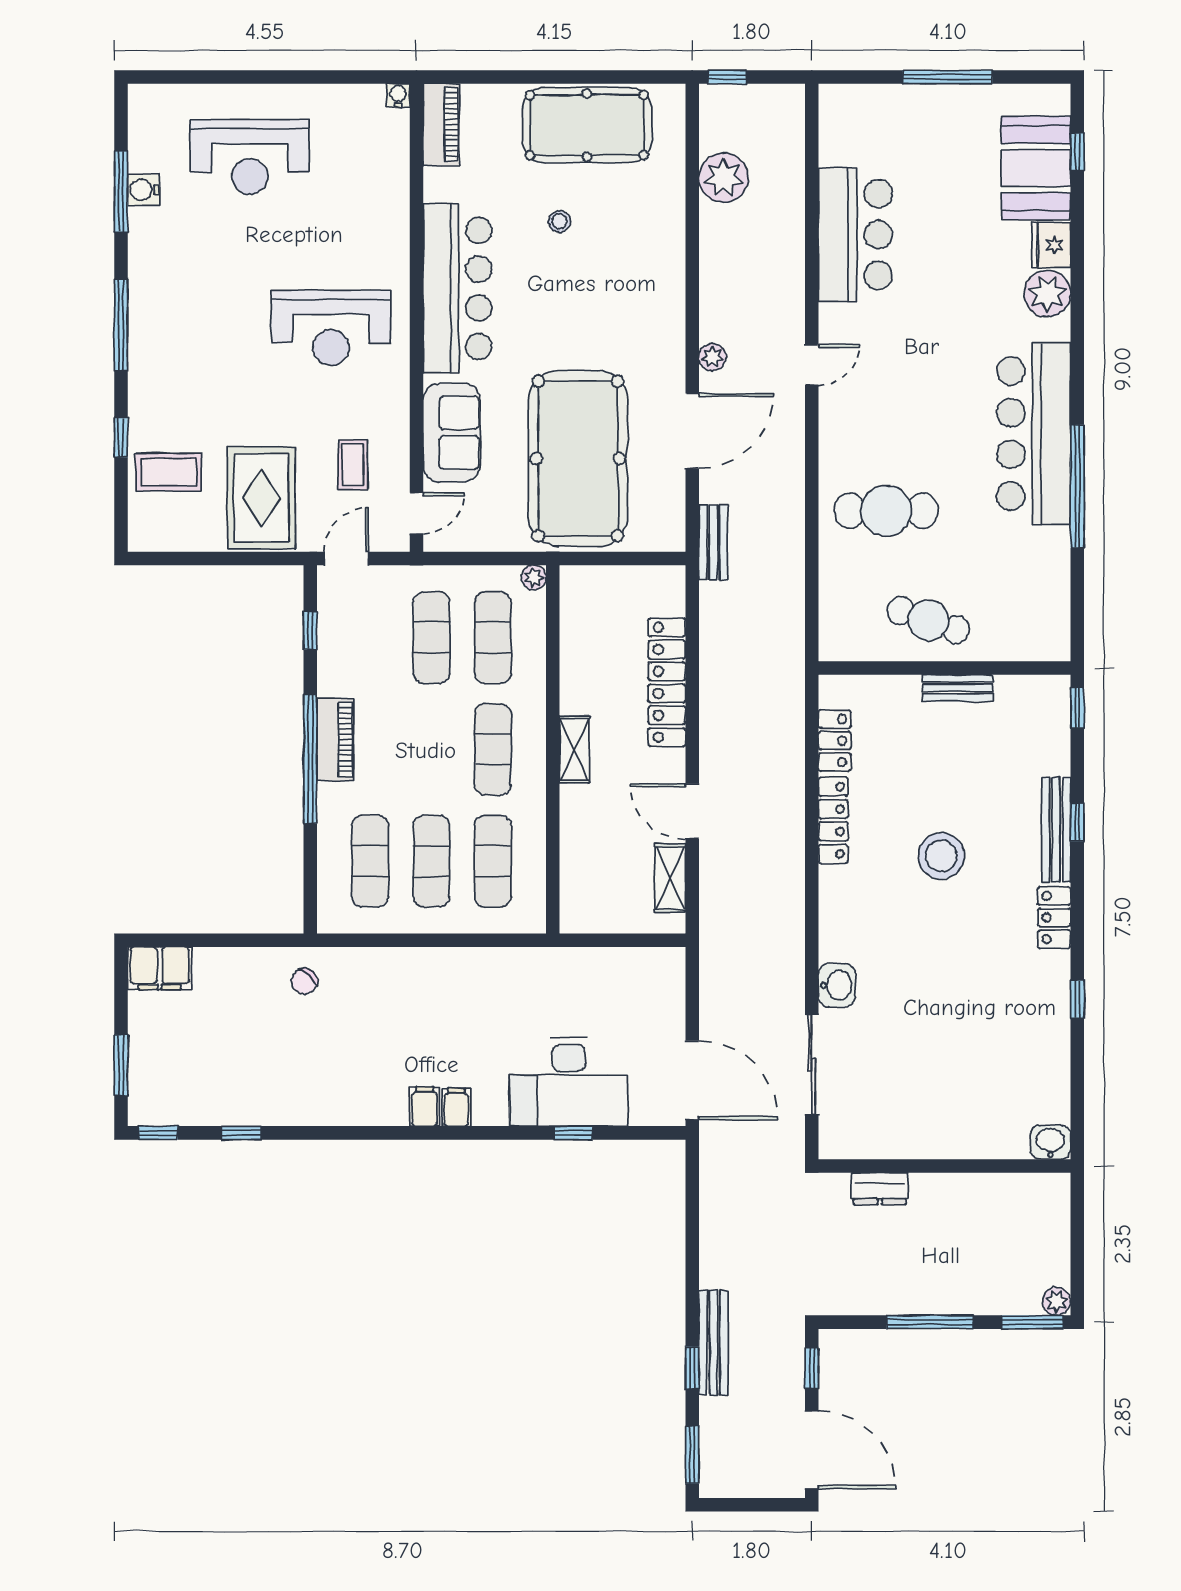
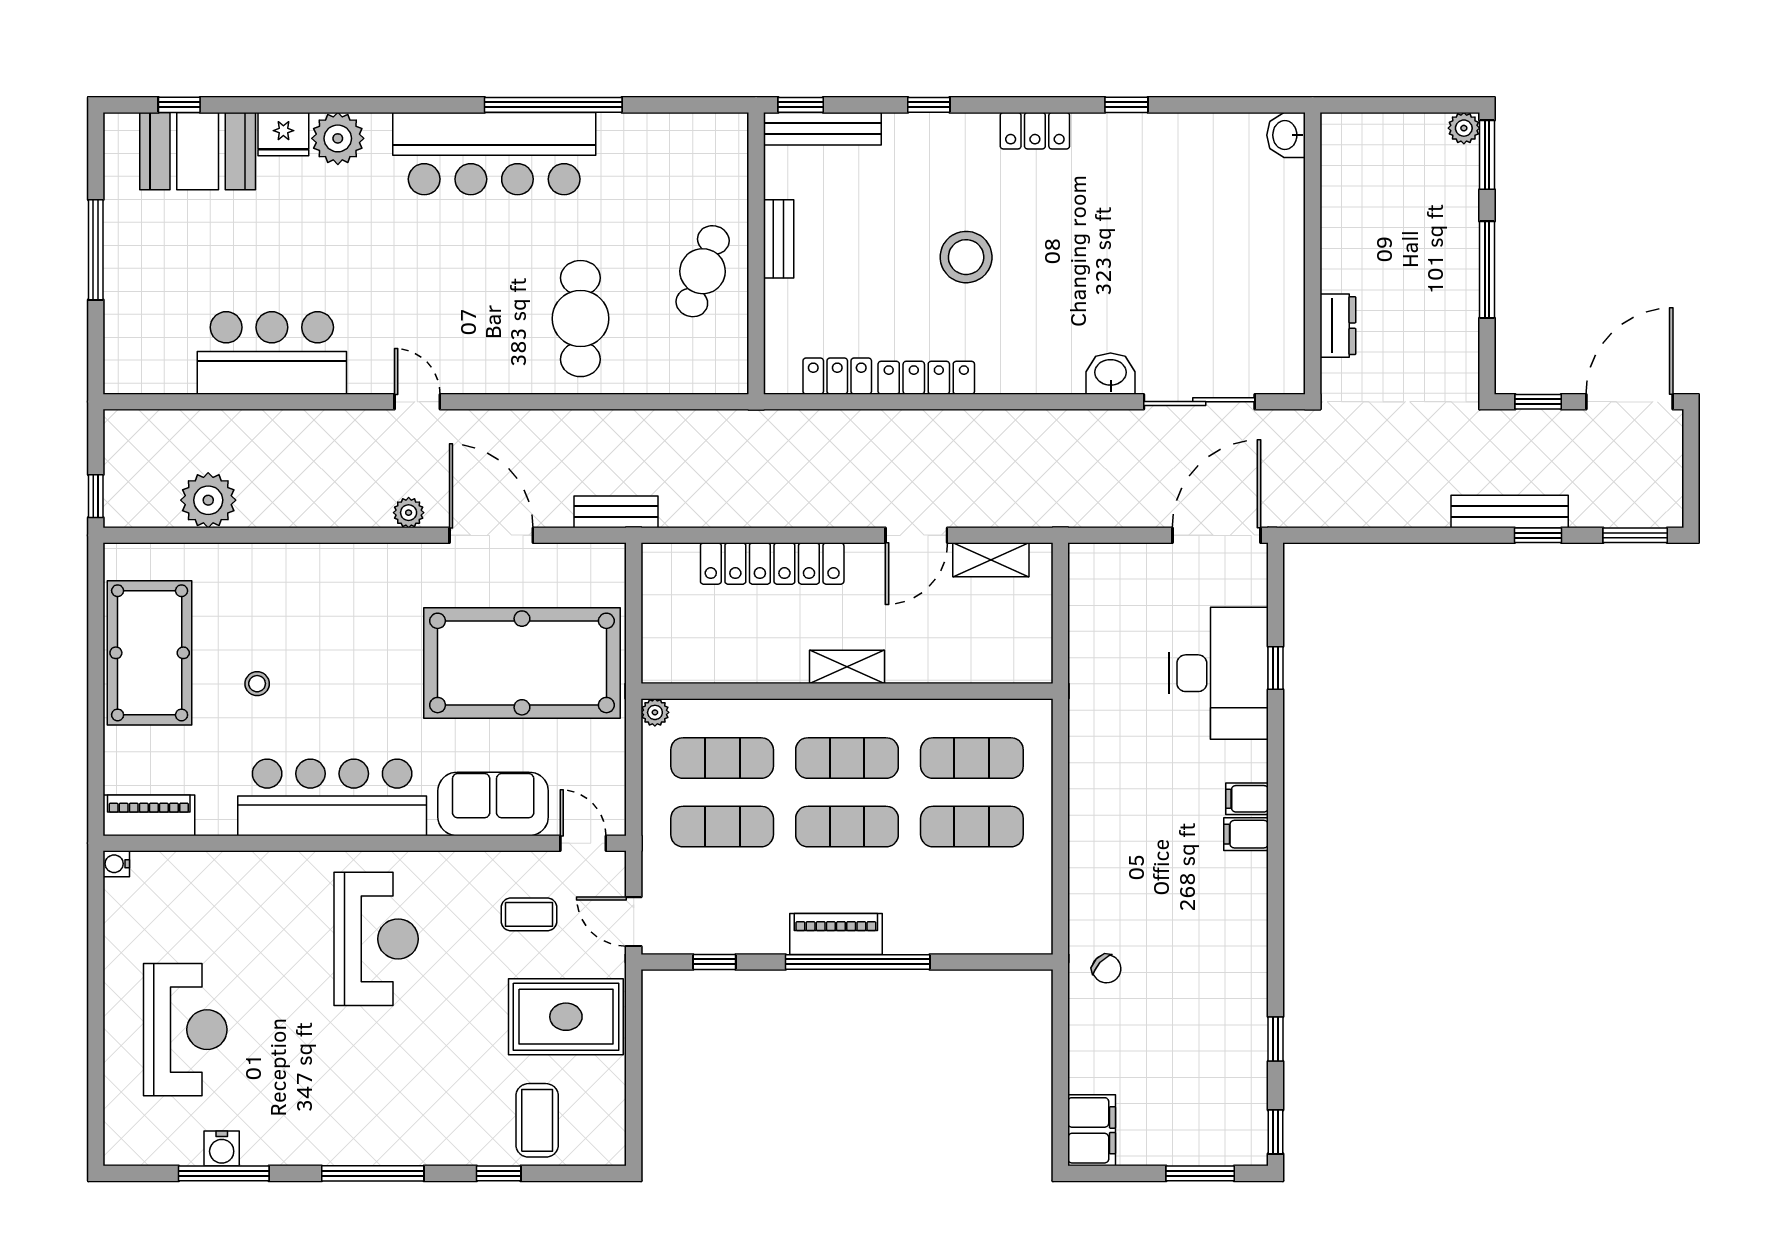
bench: (1056, 830) -> (823, 129), moved
exercise mat: (370, 861) -> (847, 827), moved

